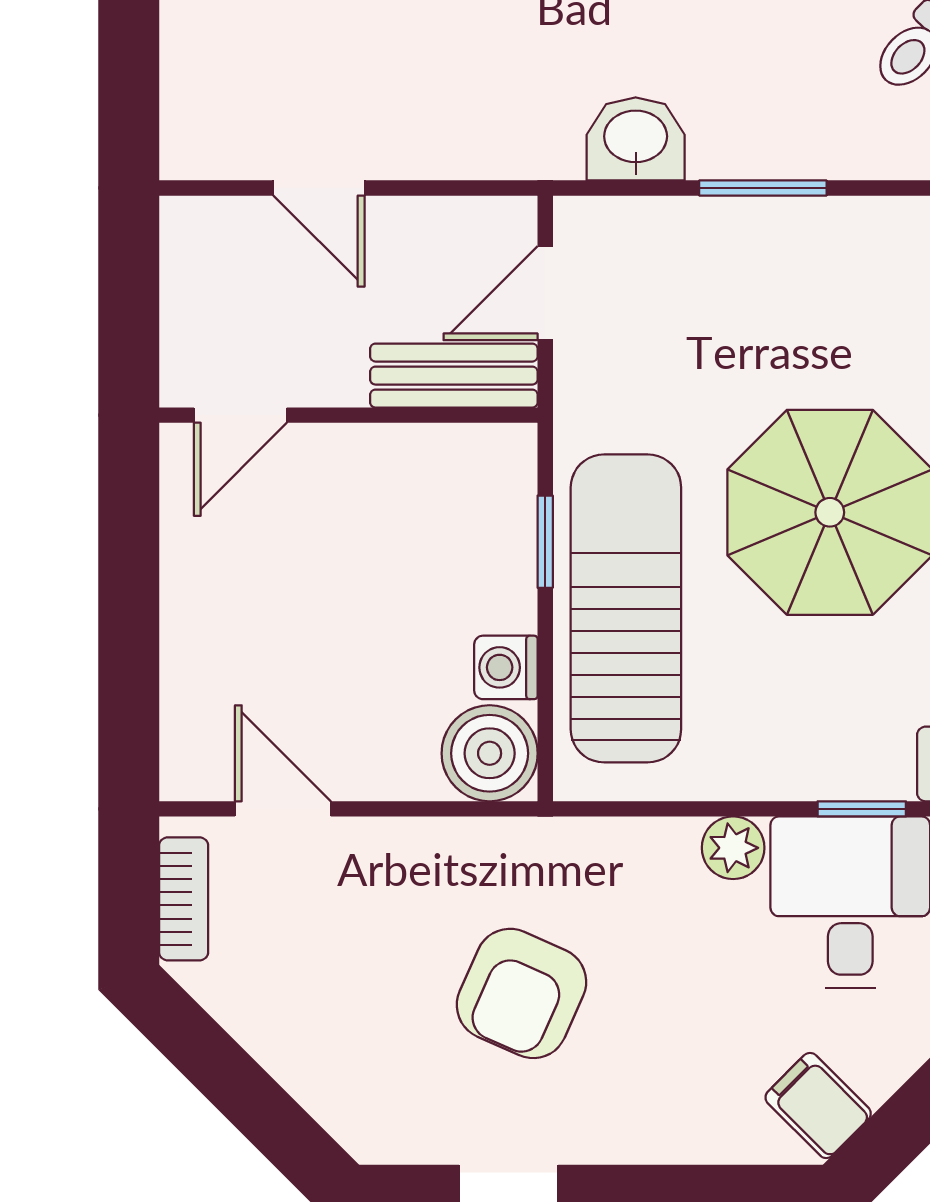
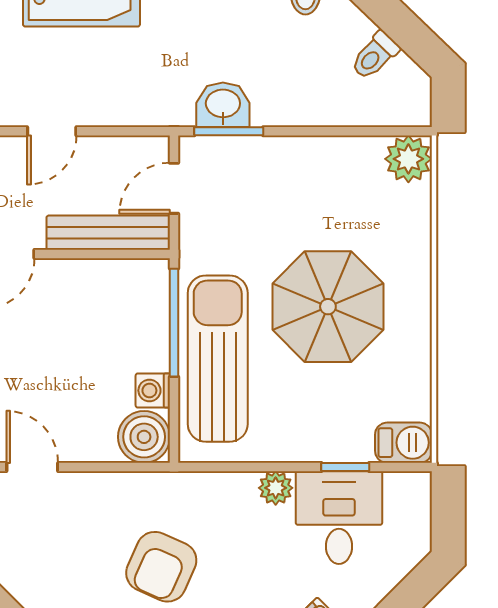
door: (319, 188) -> (52, 131), hinge flipped
window: (763, 188) -> (229, 131), moved
bench: (454, 376) -> (108, 233), width x1.36
window: (545, 542) -> (174, 323), width x2.17

